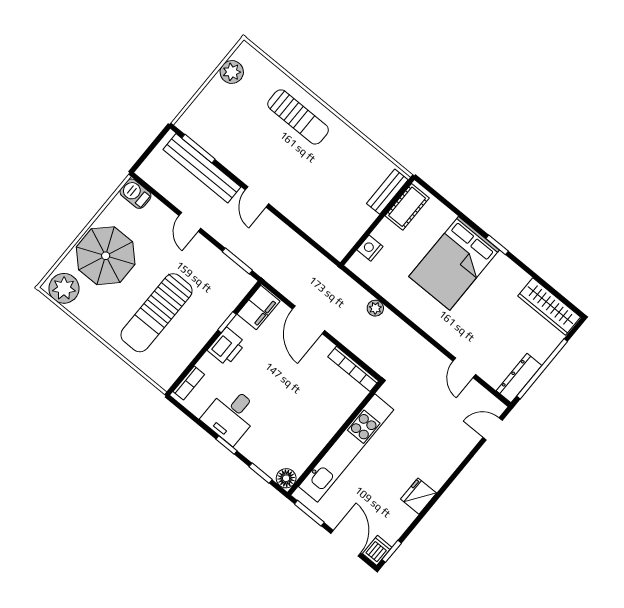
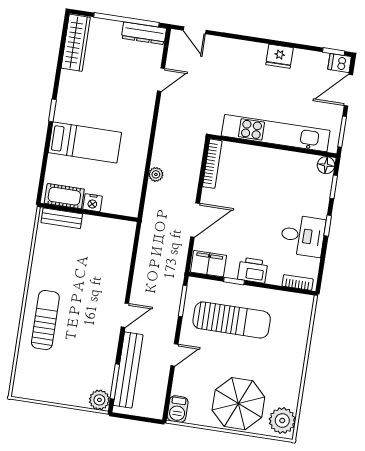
plant: (232, 72) -> (99, 400), moved
nightstand: (370, 248) -> (93, 203), moved
bed: (454, 263) -> (85, 143), width x0.67
sun lounger: (156, 313) -> (232, 320), moved

